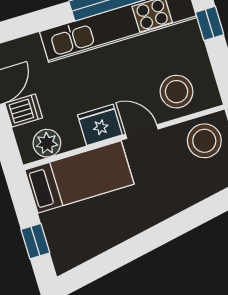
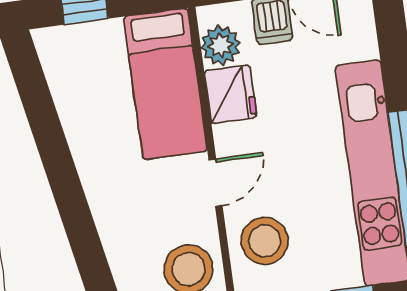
fridge: (100, 125) -> (231, 94), moved

